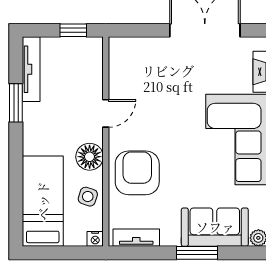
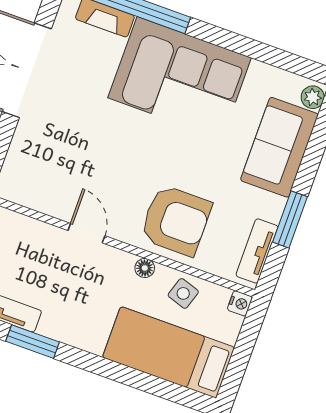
floor lamp: (90, 157) -> (145, 268), width x0.53, depth x0.53
armchair: (137, 173) -> (176, 220), turned 180
window: (197, 253) -> (290, 219), moved

